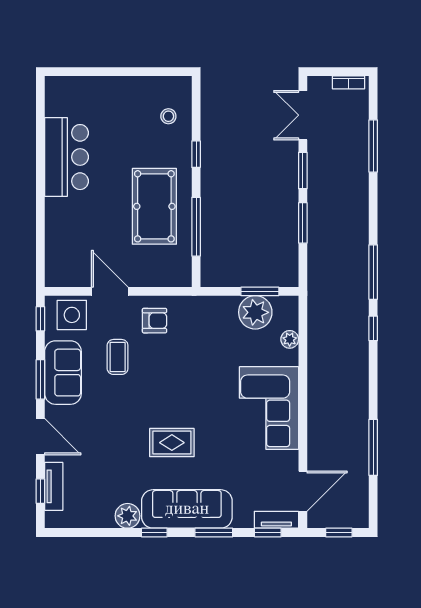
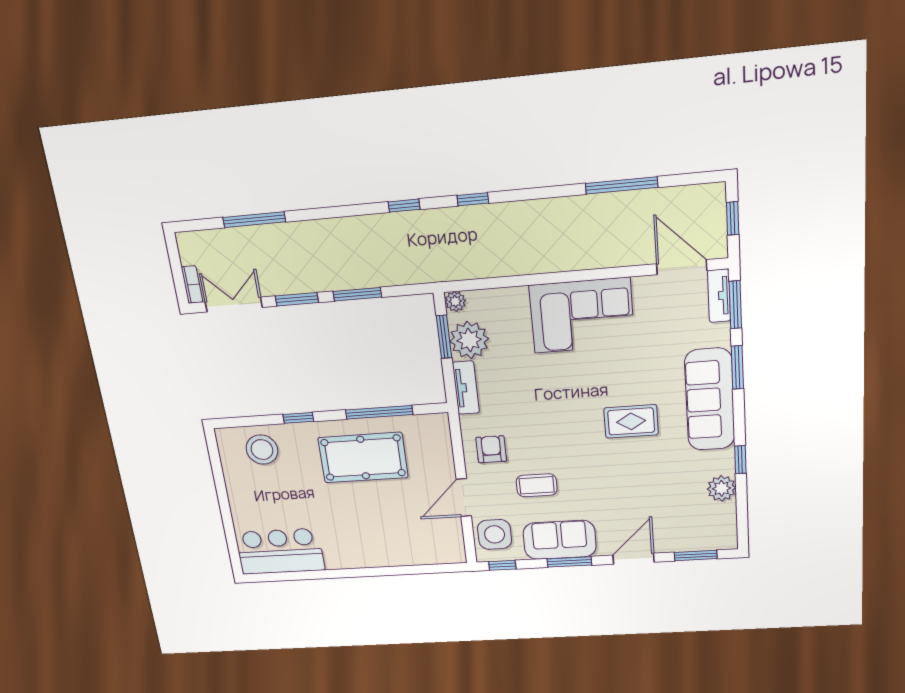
bookcase: (349, 82) -> (192, 284), moved
double door: (303, 115) -> (234, 305), swing flipped
stool: (168, 116) -> (262, 450), width x1.89, depth x1.89
bar counter: (66, 157) -> (280, 551), moved
window: (373, 272) -> (404, 206), width x0.46
plant: (290, 339) -> (455, 301), moved
rug: (172, 443) -> (631, 421), turned 90
tv unit: (54, 486) -> (466, 388), moved, turned 90
window: (40, 491) -> (696, 556), width x1.50
plant: (128, 516) -> (722, 488), moved
window: (154, 532) -> (740, 460), moved
window: (268, 532) -> (735, 305), width x1.50

